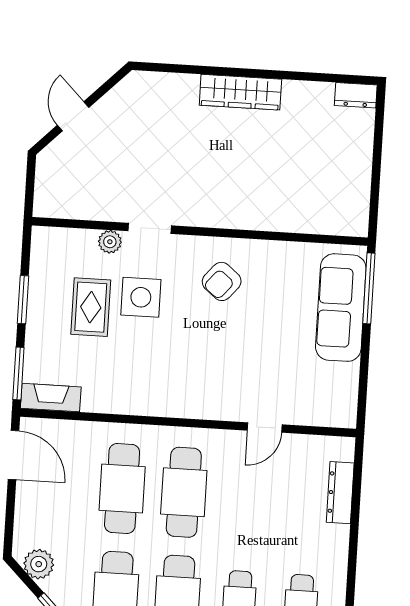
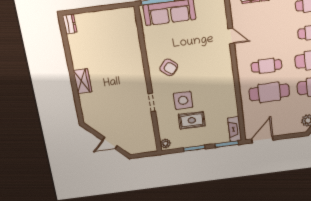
wardrobe: (240, 92) -> (83, 81), width x0.67
plant: (110, 242) -> (165, 144), moved
cafe table: (184, 492) -> (267, 66), width x0.73, depth x0.74

